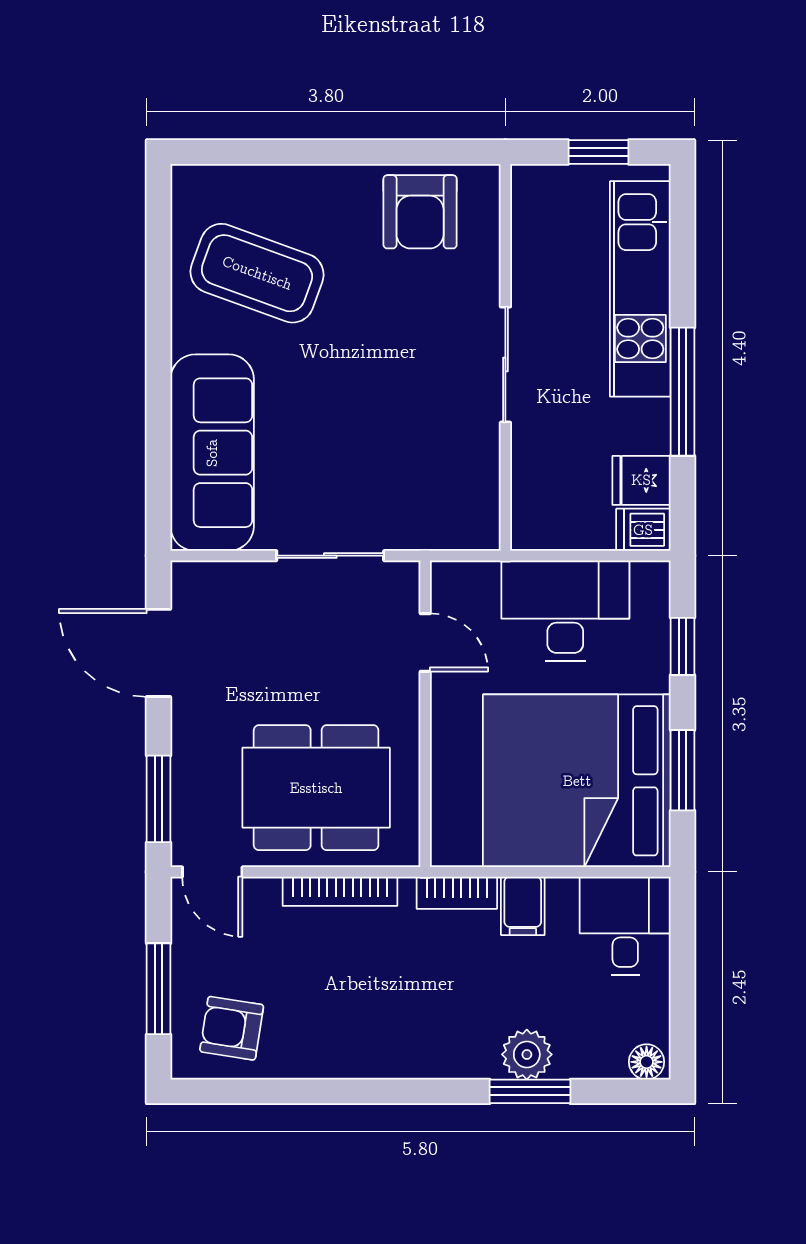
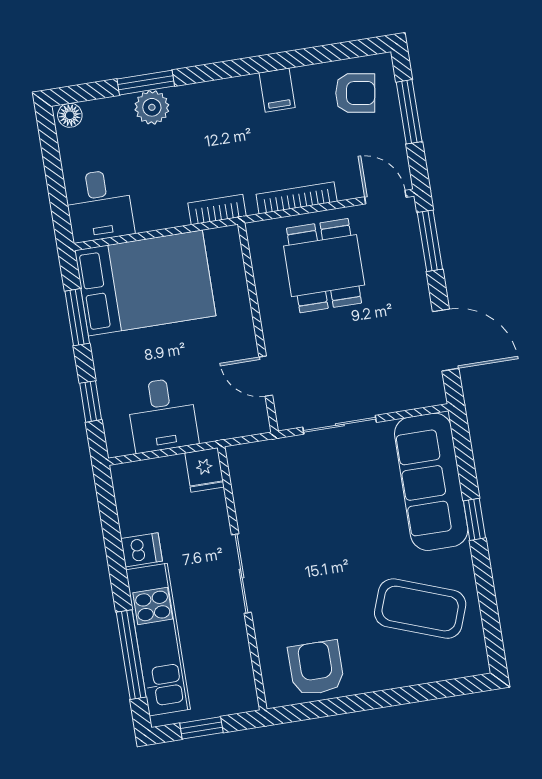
window: (159, 389) -> (474, 519), added
window: (682, 392) -> (131, 655), moved
fridge: (641, 480) -> (205, 470), moved, turned 90
dishwasher: (643, 530) -> (142, 550), moved
desk: (565, 611) -> (162, 415), width x0.73
bed: (577, 781) -> (145, 283), width x0.73
dining table: (316, 788) -> (324, 266), width x0.73
filing cabinet: (523, 906) -> (277, 90), moved, turned 180

